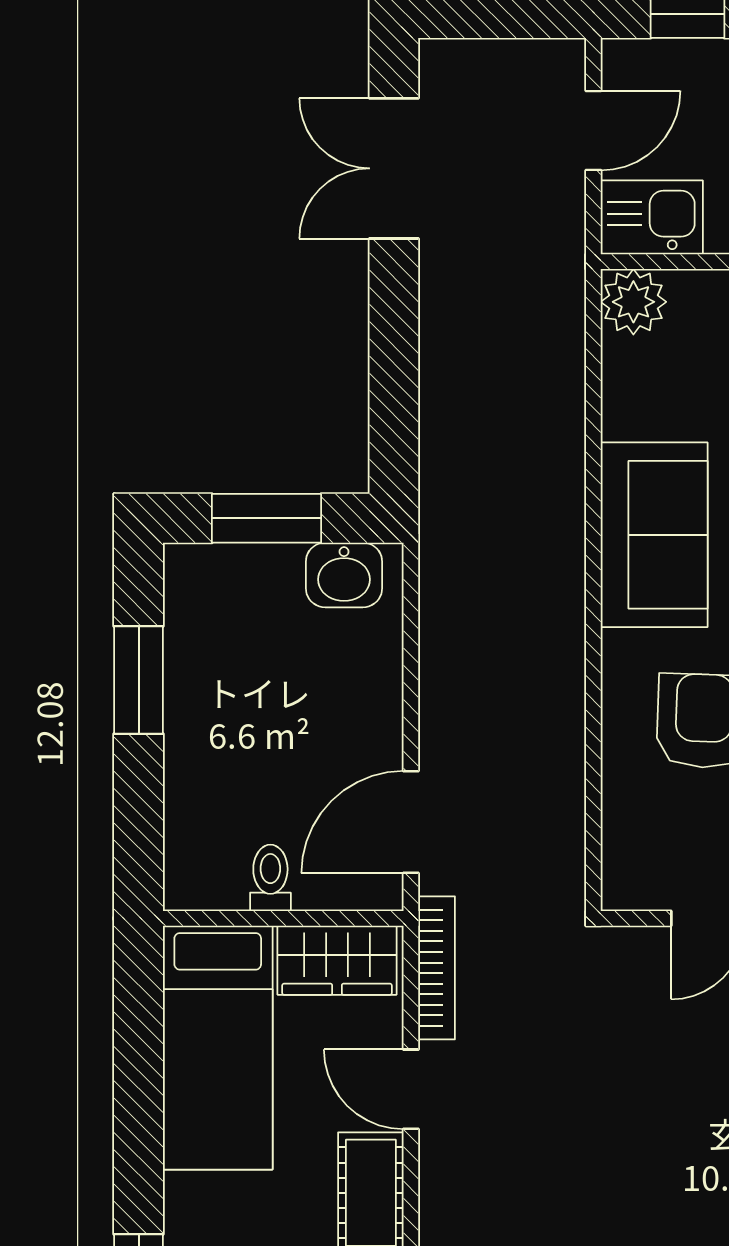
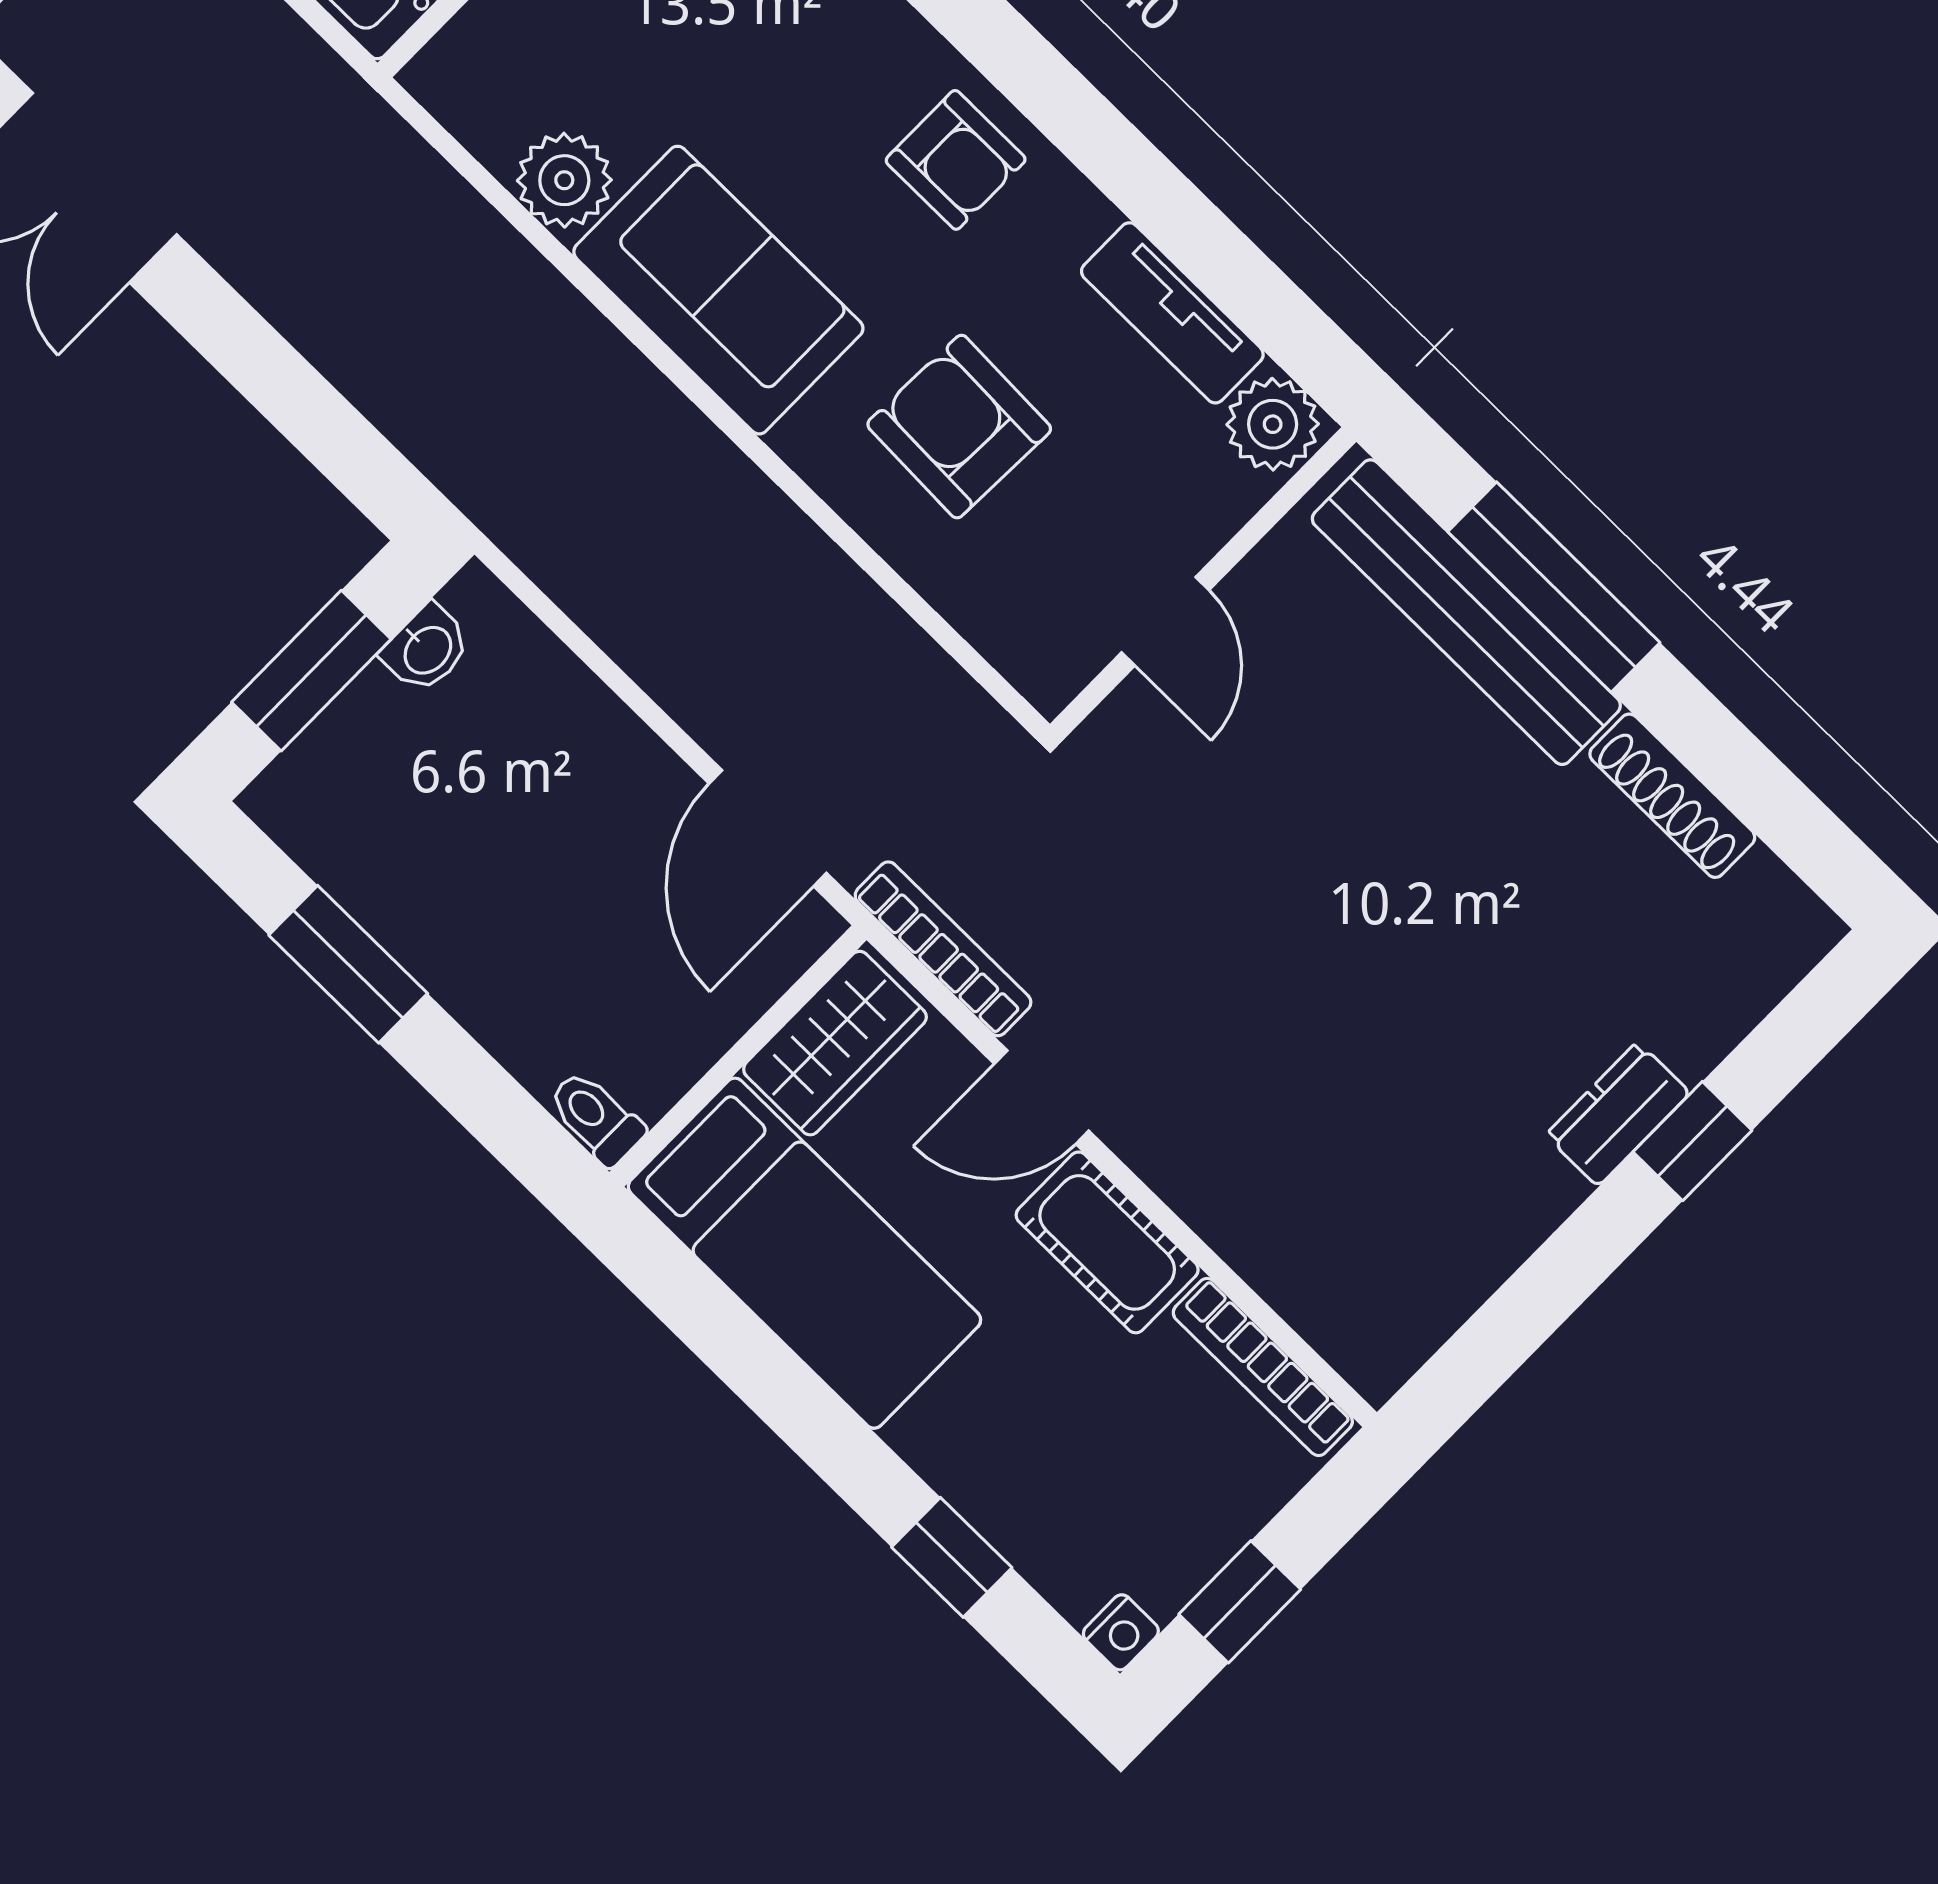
plant: (633, 302) -> (564, 180), moved
washbasin: (344, 575) -> (427, 649), width x0.72, depth x0.69
toilet: (270, 878) -> (596, 1118), moved

